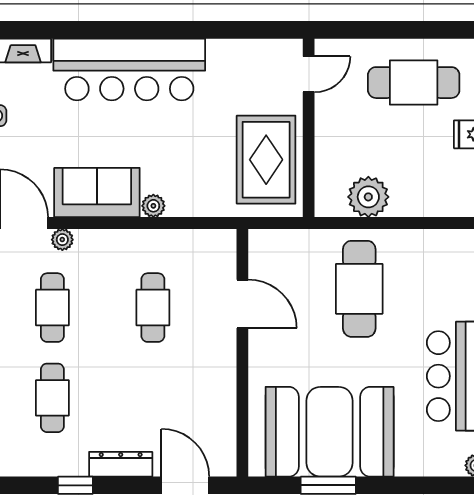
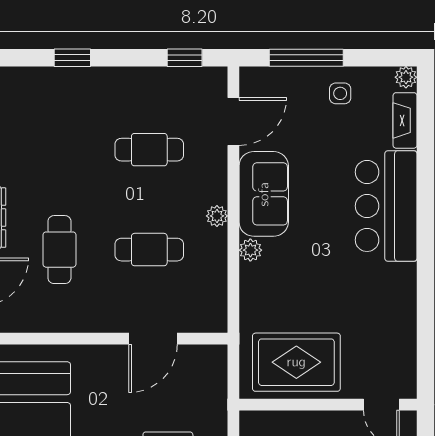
bar counter: (129, 69) -> (386, 206), width x0.73
plant: (62, 240) -> (217, 216), moved
cafe table: (52, 398) -> (59, 250), moved, turned 90

